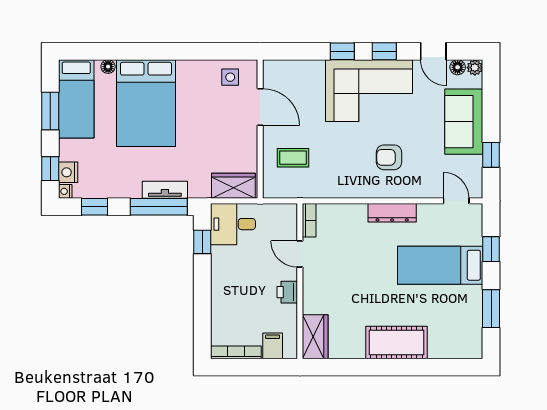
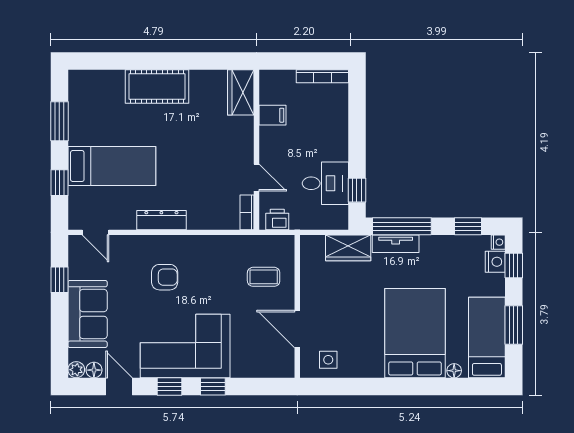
wardrobe: (233, 186) -> (348, 248), moved
desk: (233, 224) -> (325, 183), moved
printer: (287, 292) -> (277, 219), moved, turned -90
filing cabinet: (273, 346) -> (272, 115), moved, turned -90

